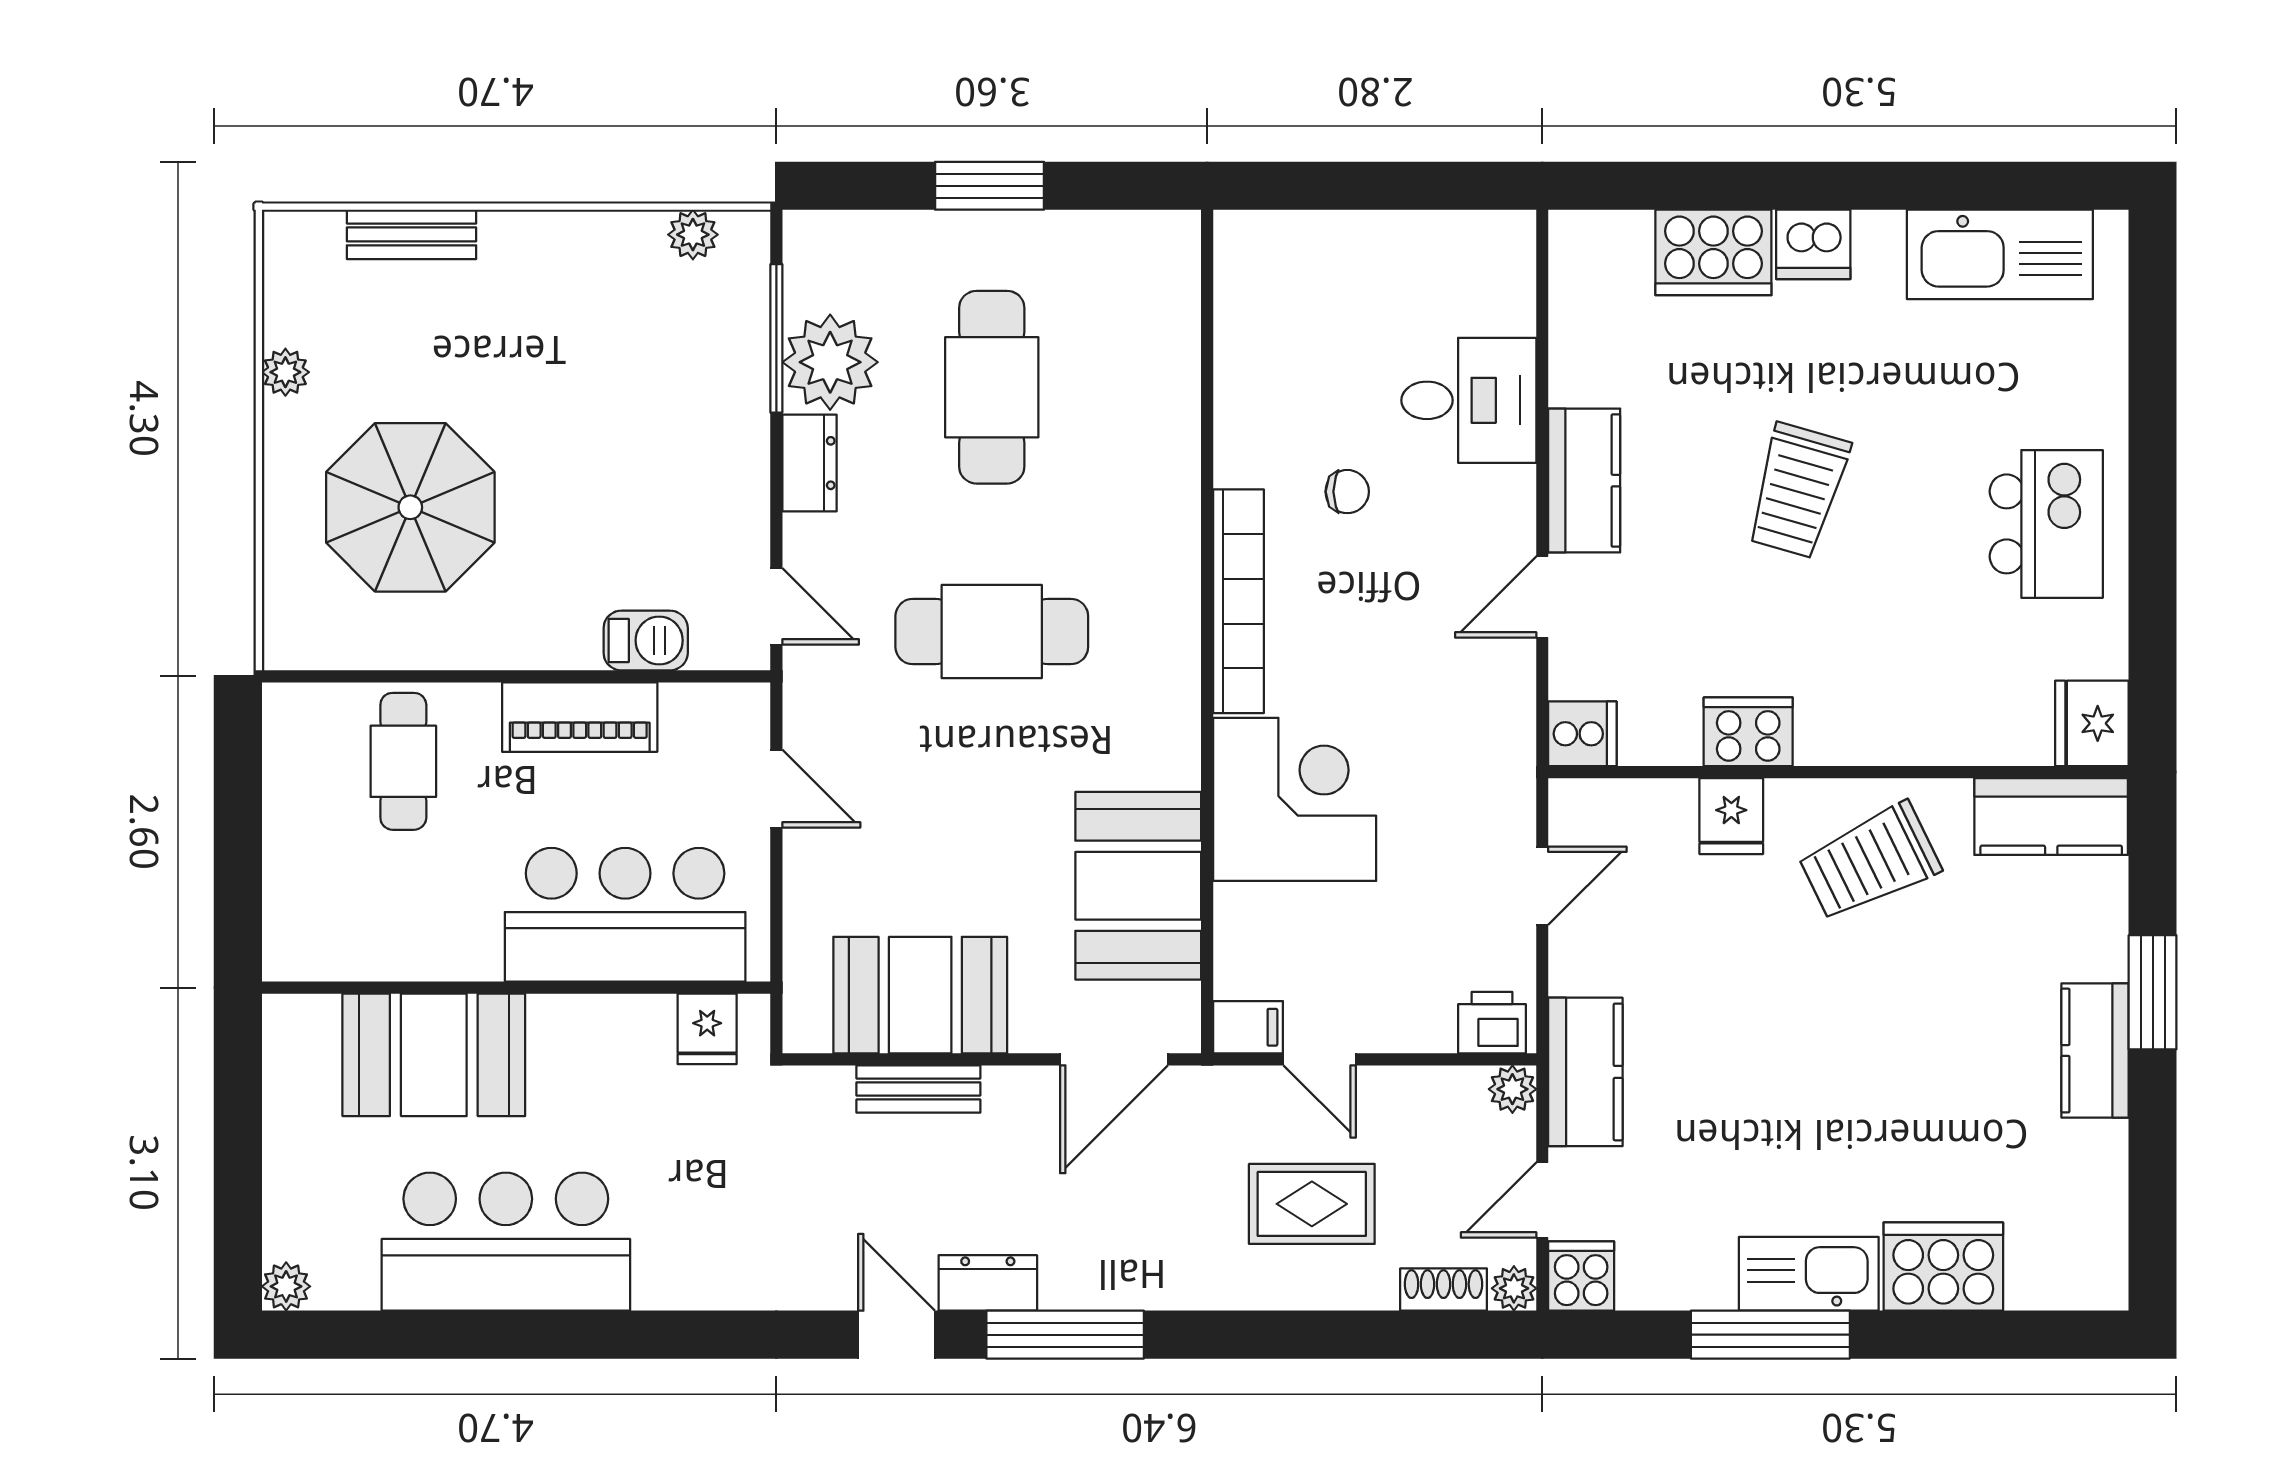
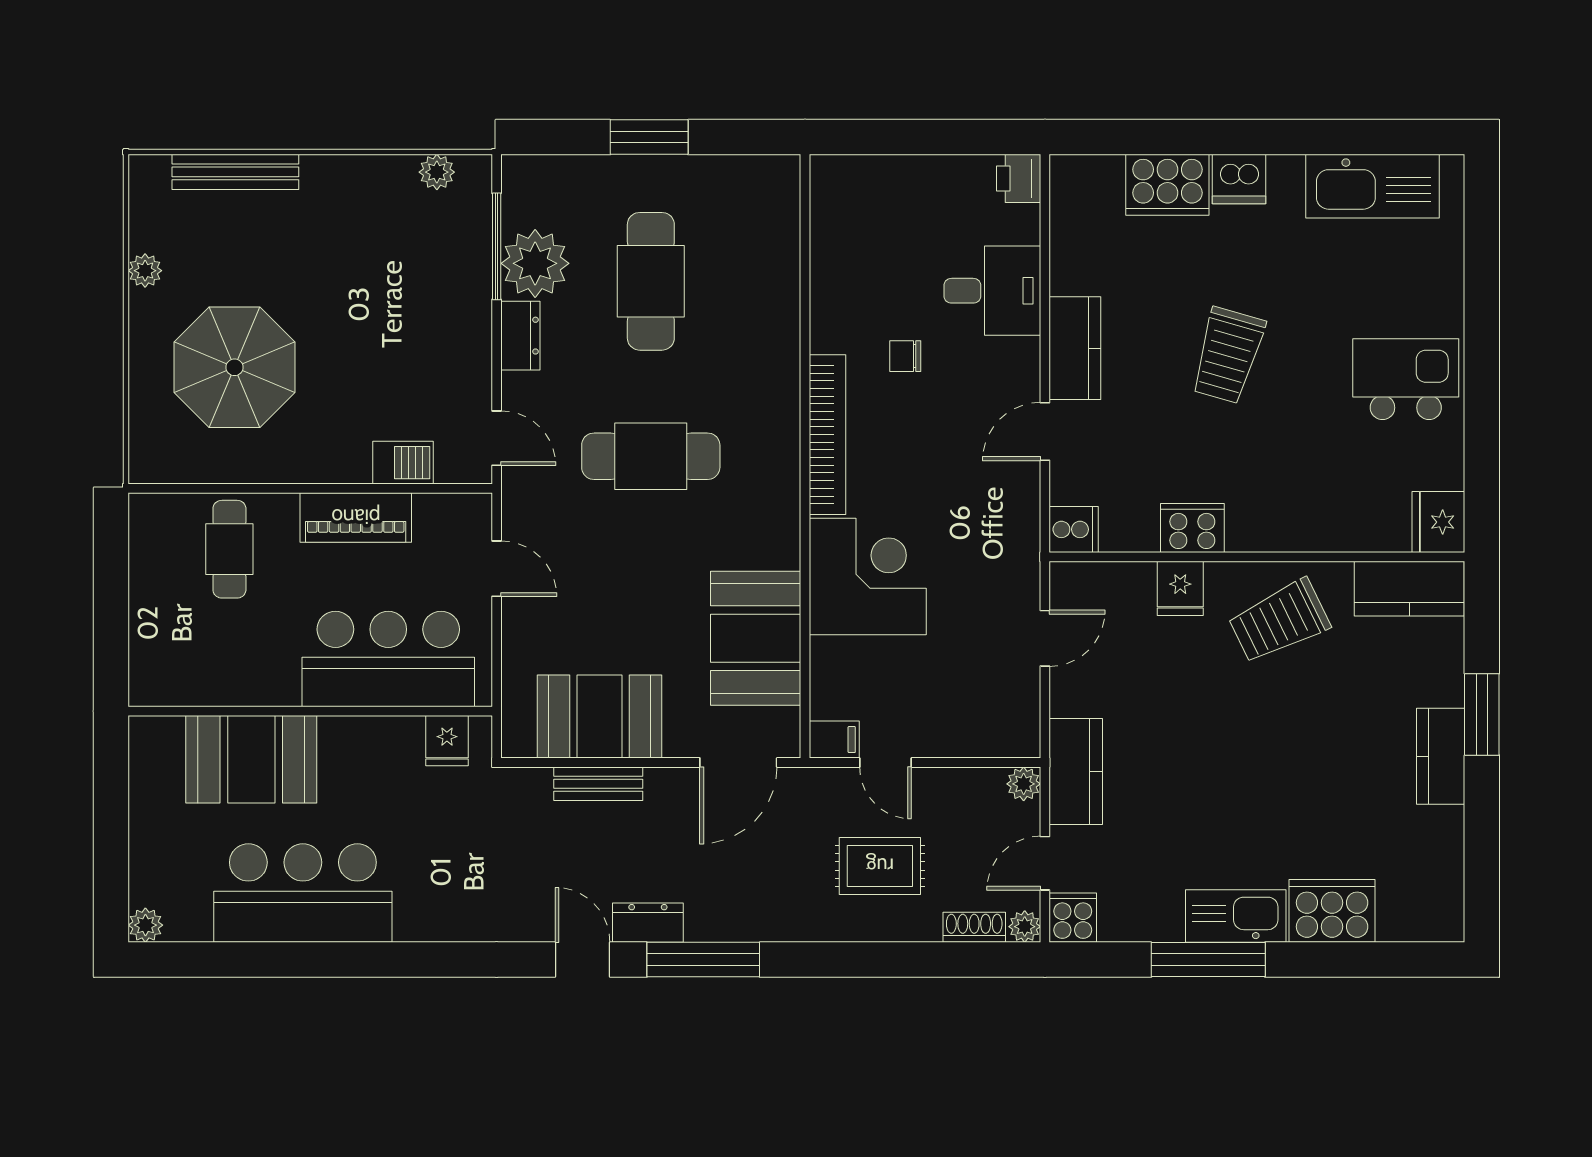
bench: (412, 234) -> (235, 172), width x1.36
chair: (1347, 492) -> (905, 356), turned 180
kitchen island: (2046, 524) -> (1406, 379), turned -90
printer: (1492, 1023) -> (1019, 178), moved, turned -90

